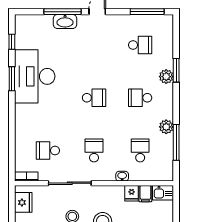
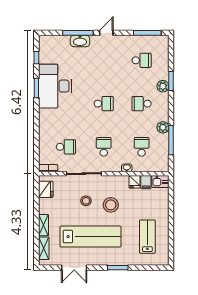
school desk: (48, 151) -> (66, 147), turned 180

